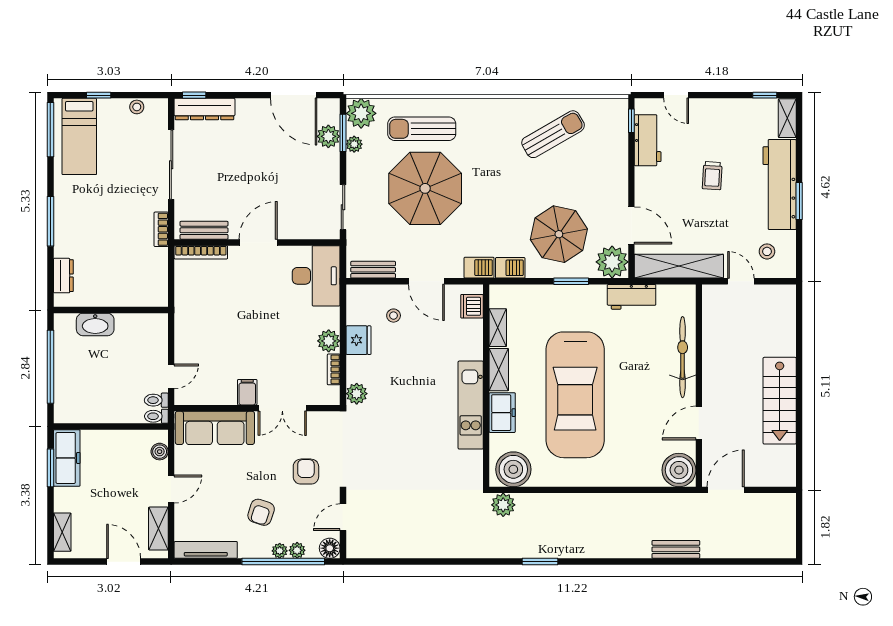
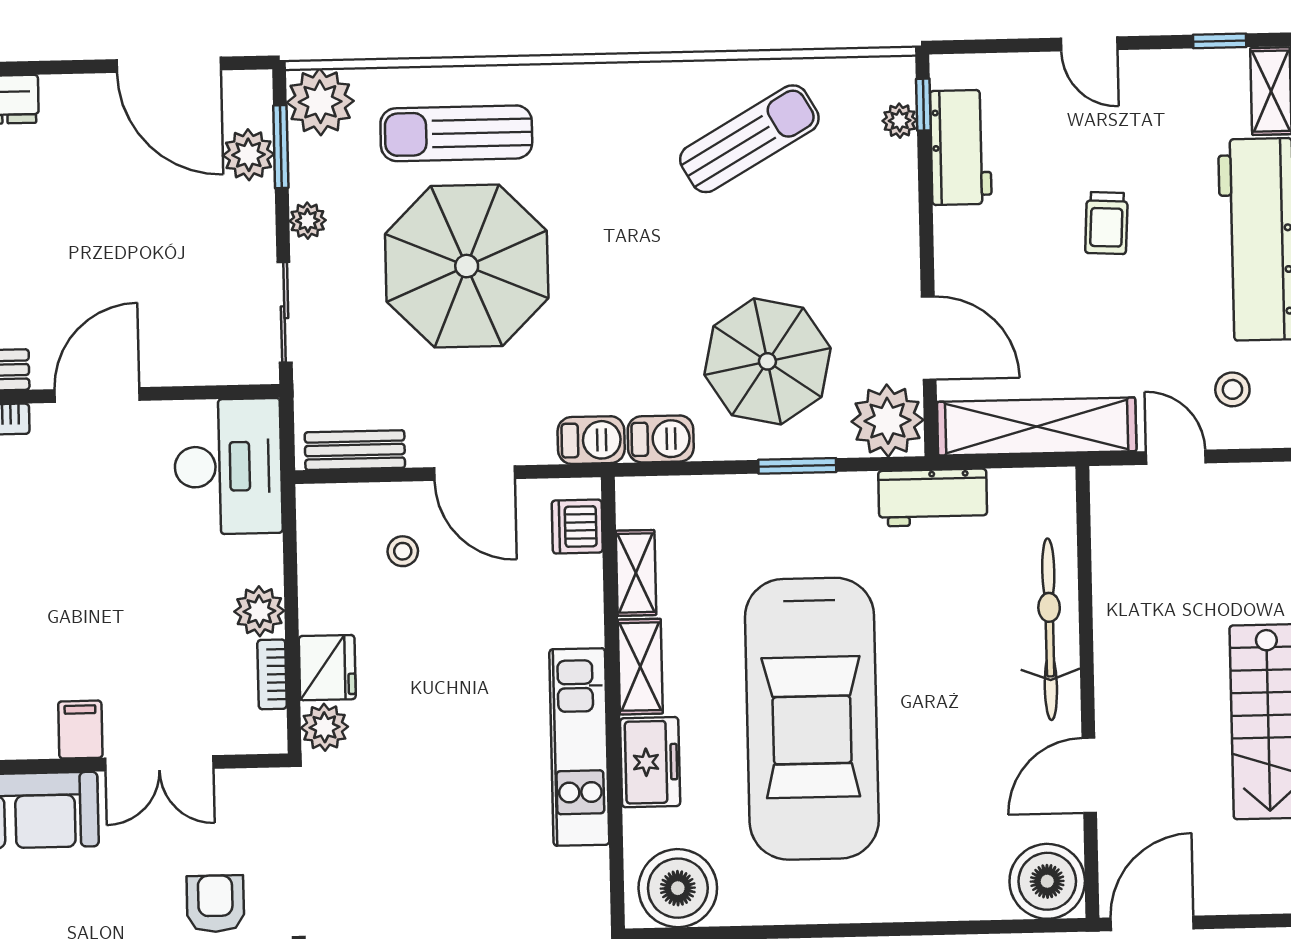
door: (676, 95) -> (1089, 44), moved
plant: (621, 128) -> (900, 121), added
plant: (354, 144) -> (308, 221), moved
fridge: (358, 340) -> (327, 668), moved

